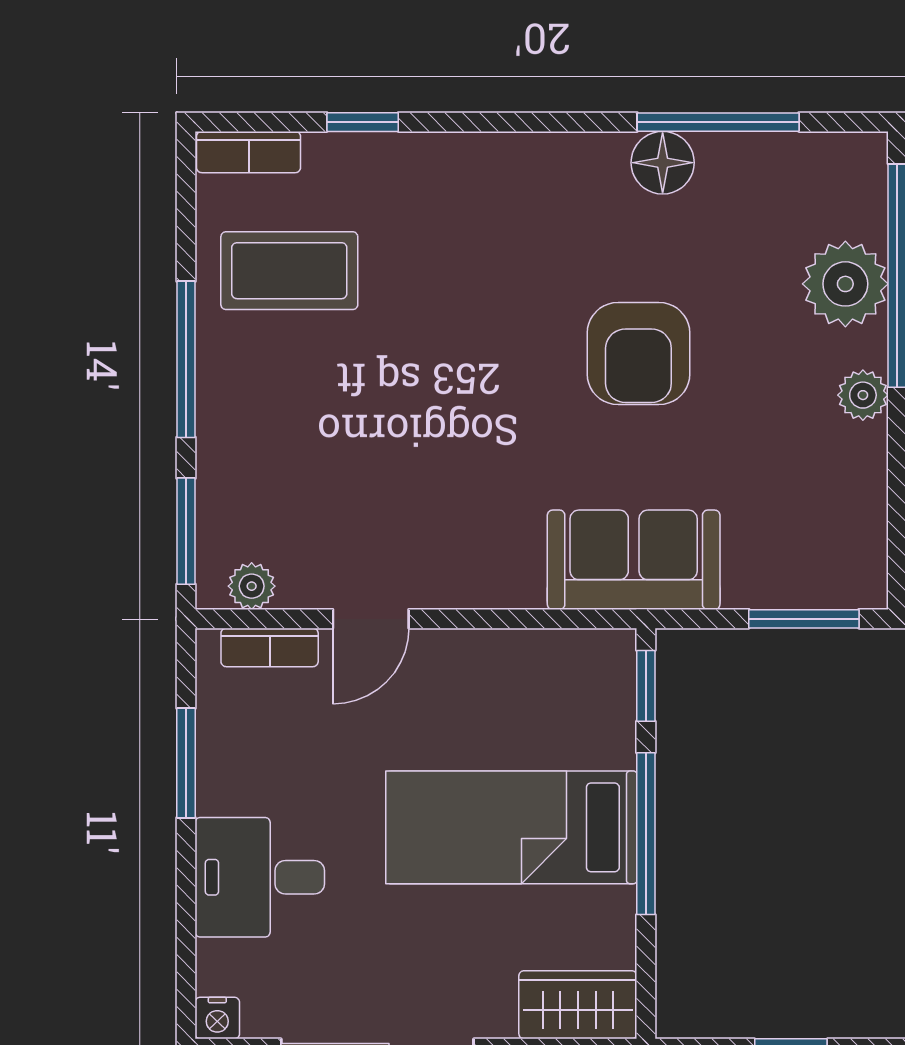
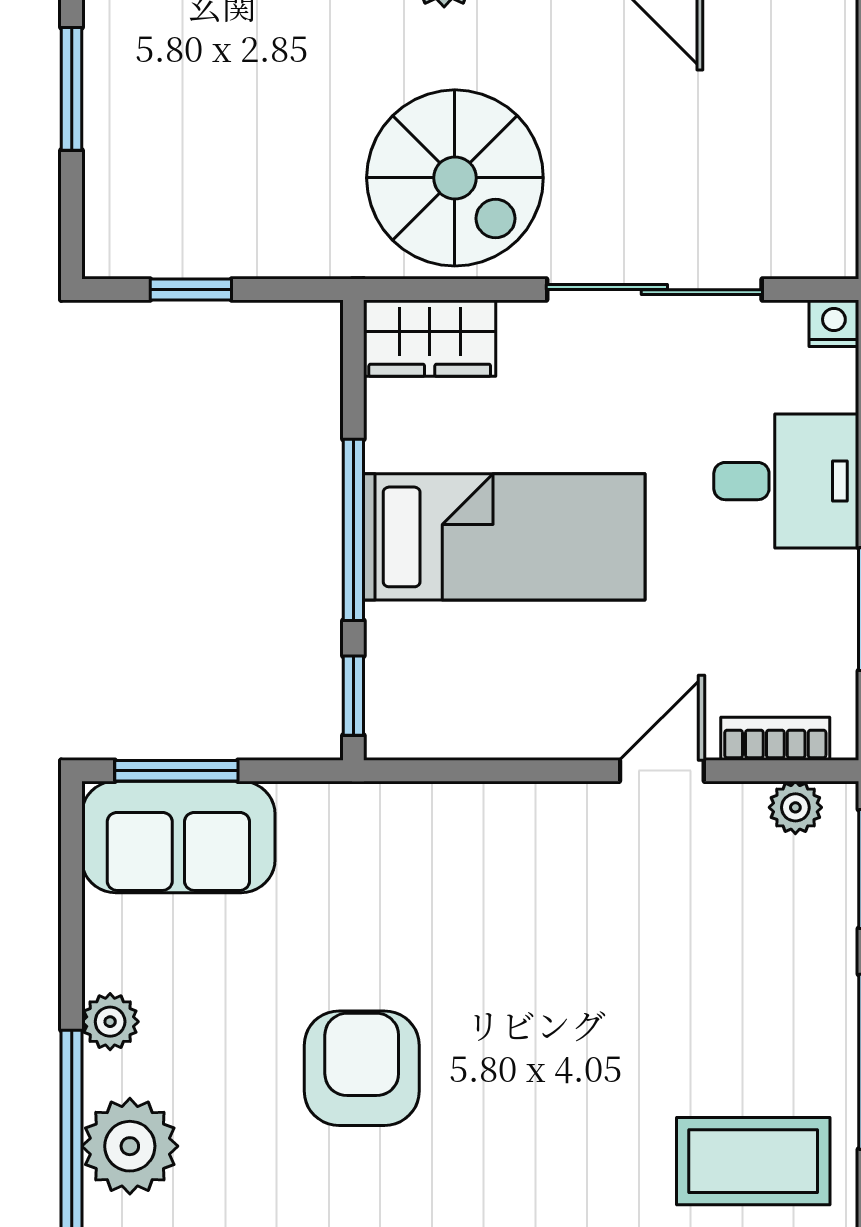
sofa: (634, 560) -> (178, 837), moved

